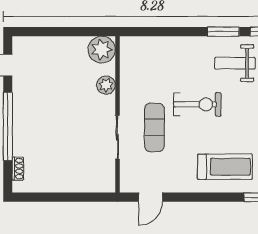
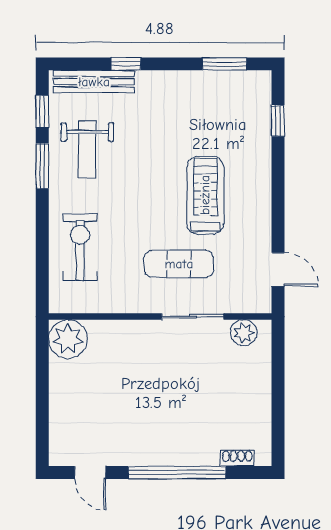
plant: (106, 85) -> (244, 333), moved
exercise bike: (197, 104) -> (80, 247), moved
treadmill: (225, 167) -> (205, 195), moved

